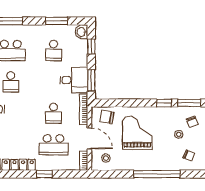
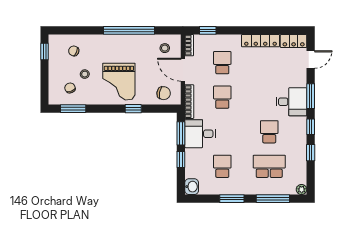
window: (57, 21) -> (232, 199), moved
window: (91, 46) -> (181, 160), moved
window: (164, 103) -> (133, 109), moved
grand piano: (137, 133) -> (119, 82), moved
school desk: (54, 145) -> (222, 63), width x0.54
window: (45, 174) -> (208, 30), moved
window: (157, 174) -> (129, 30), moved

